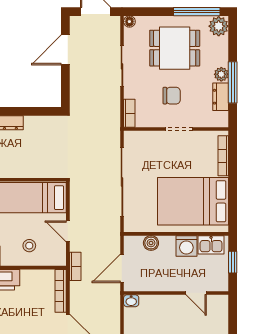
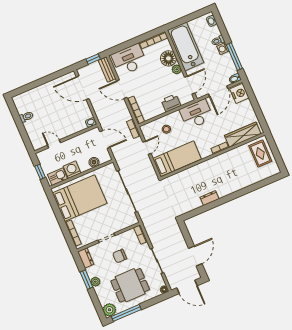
window: (233, 82) -> (86, 280), width x0.69
dresser: (221, 97) -> (86, 258), moved
door: (68, 231) -> (147, 148), hinge flipped
door: (122, 268) -> (105, 140), hinge flipped

